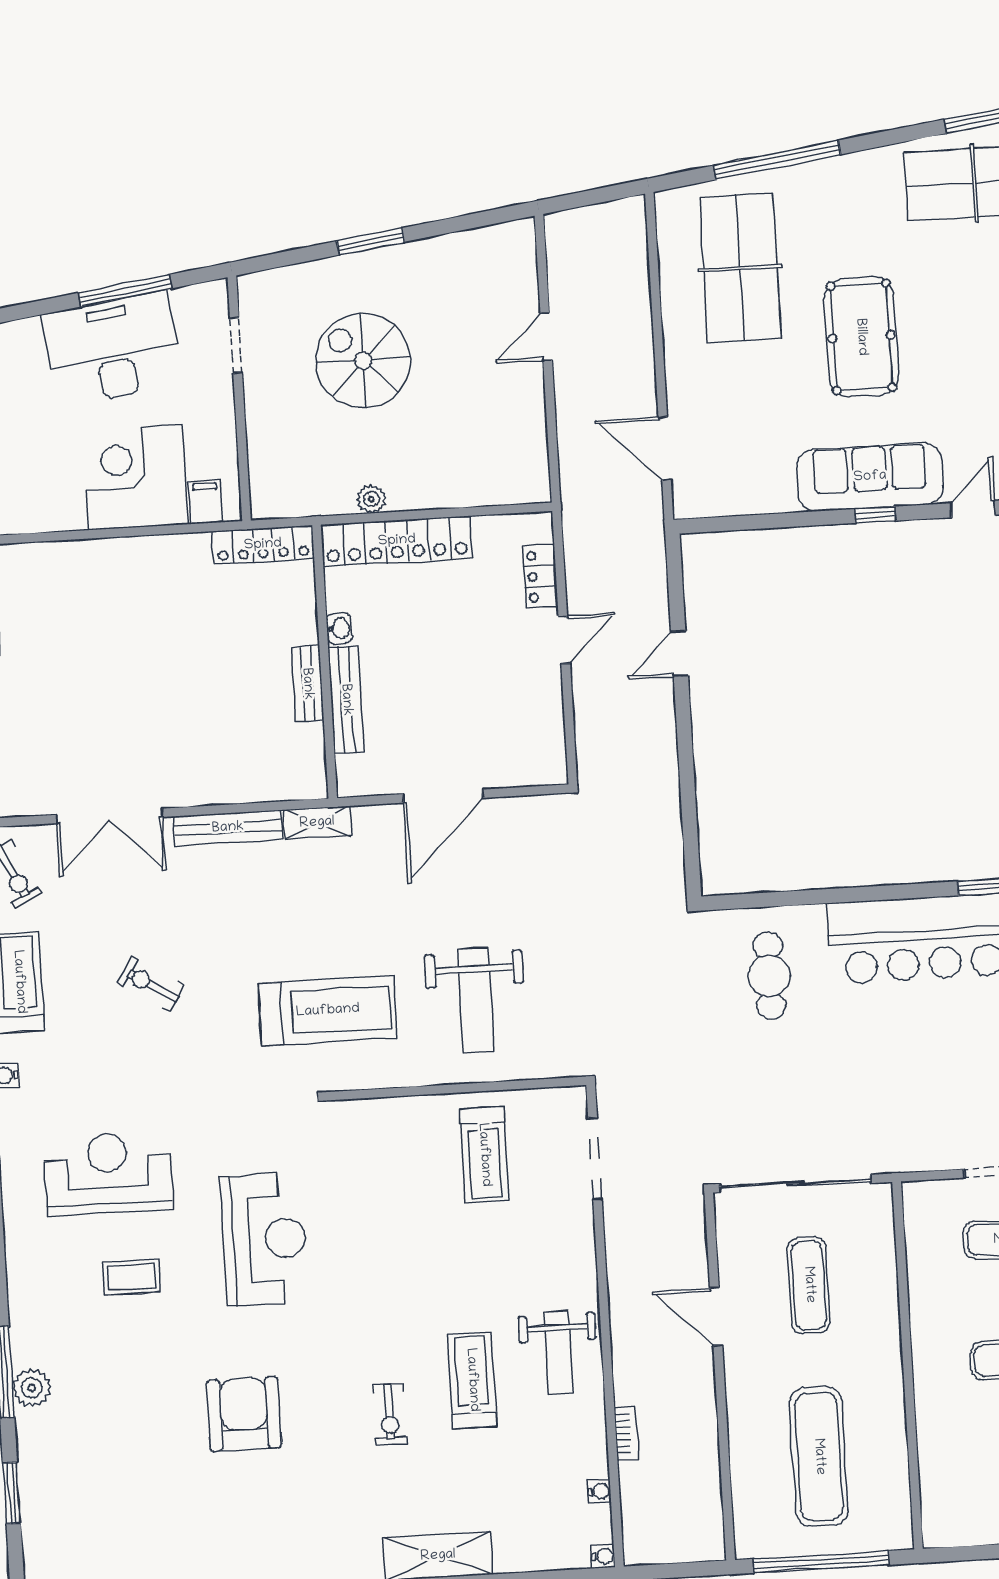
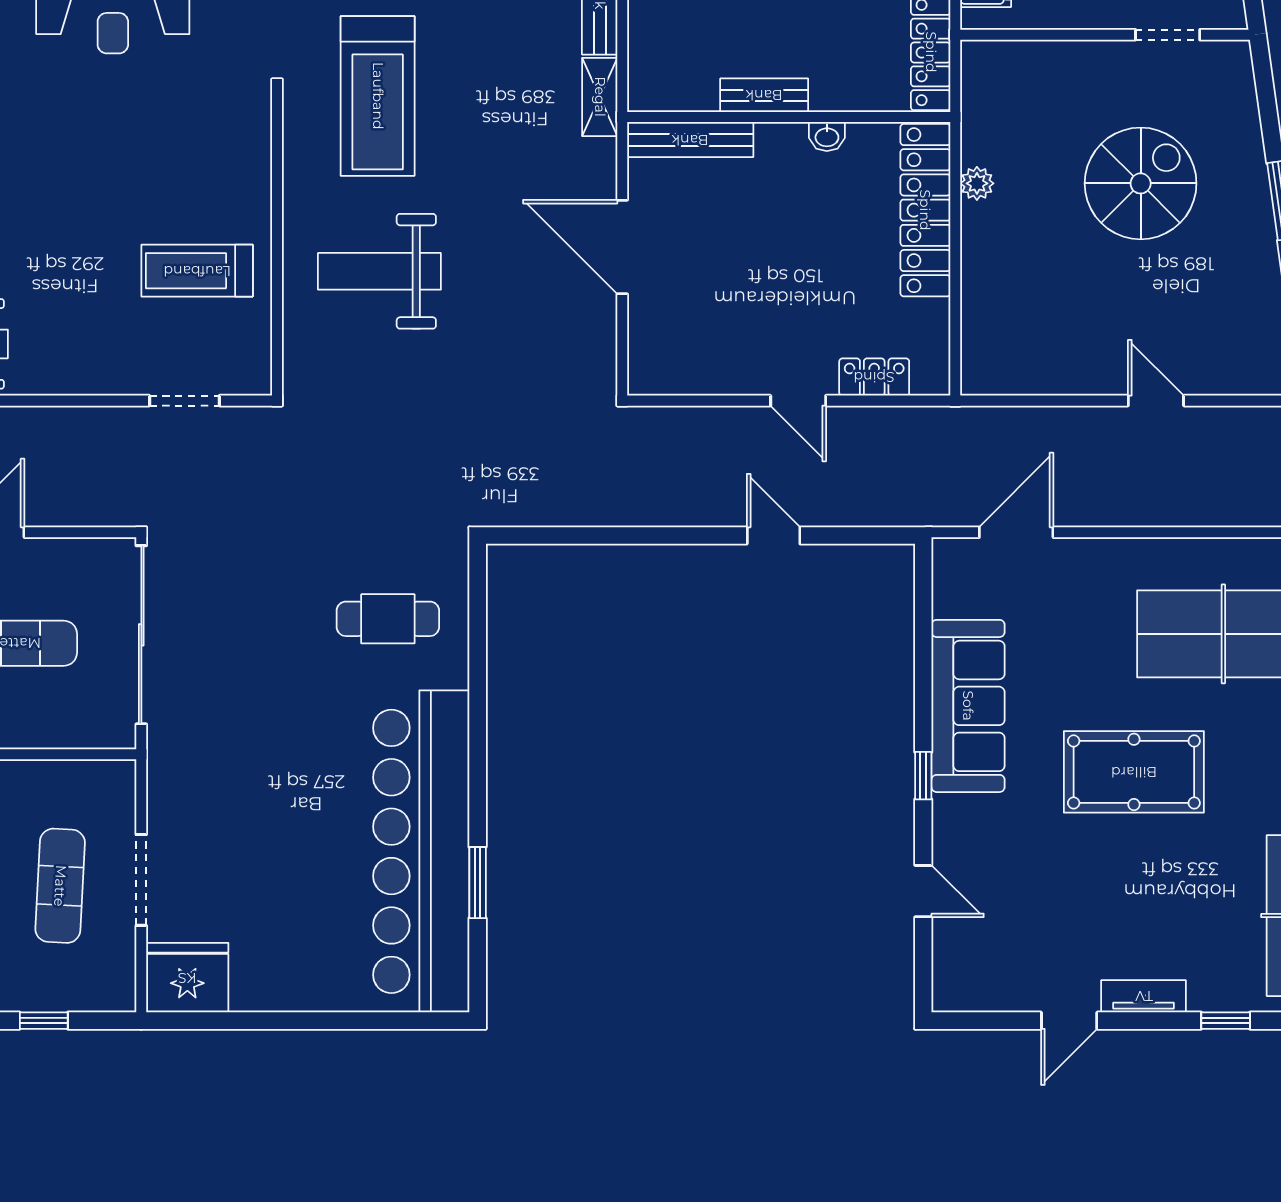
sofa: (870, 477) -> (968, 706), moved
bench: (346, 700) -> (690, 140), moved
doorway: (595, 1159) -> (184, 401), width x0.73

